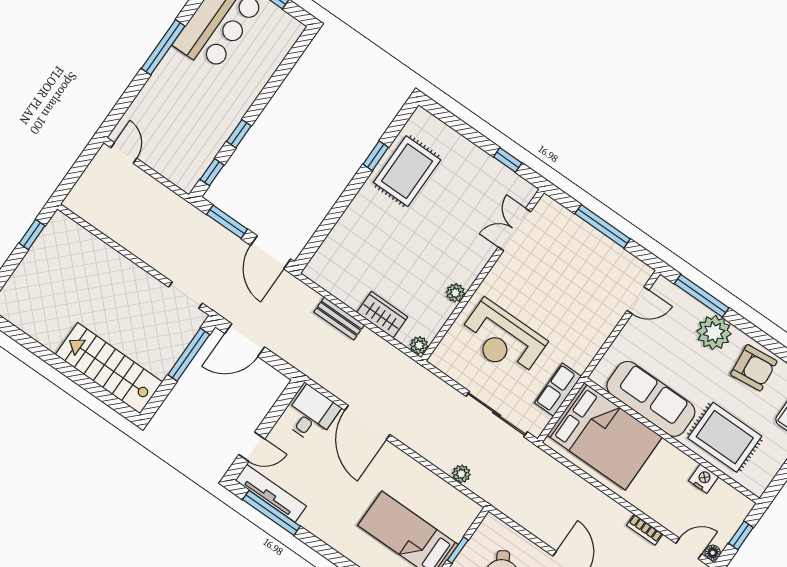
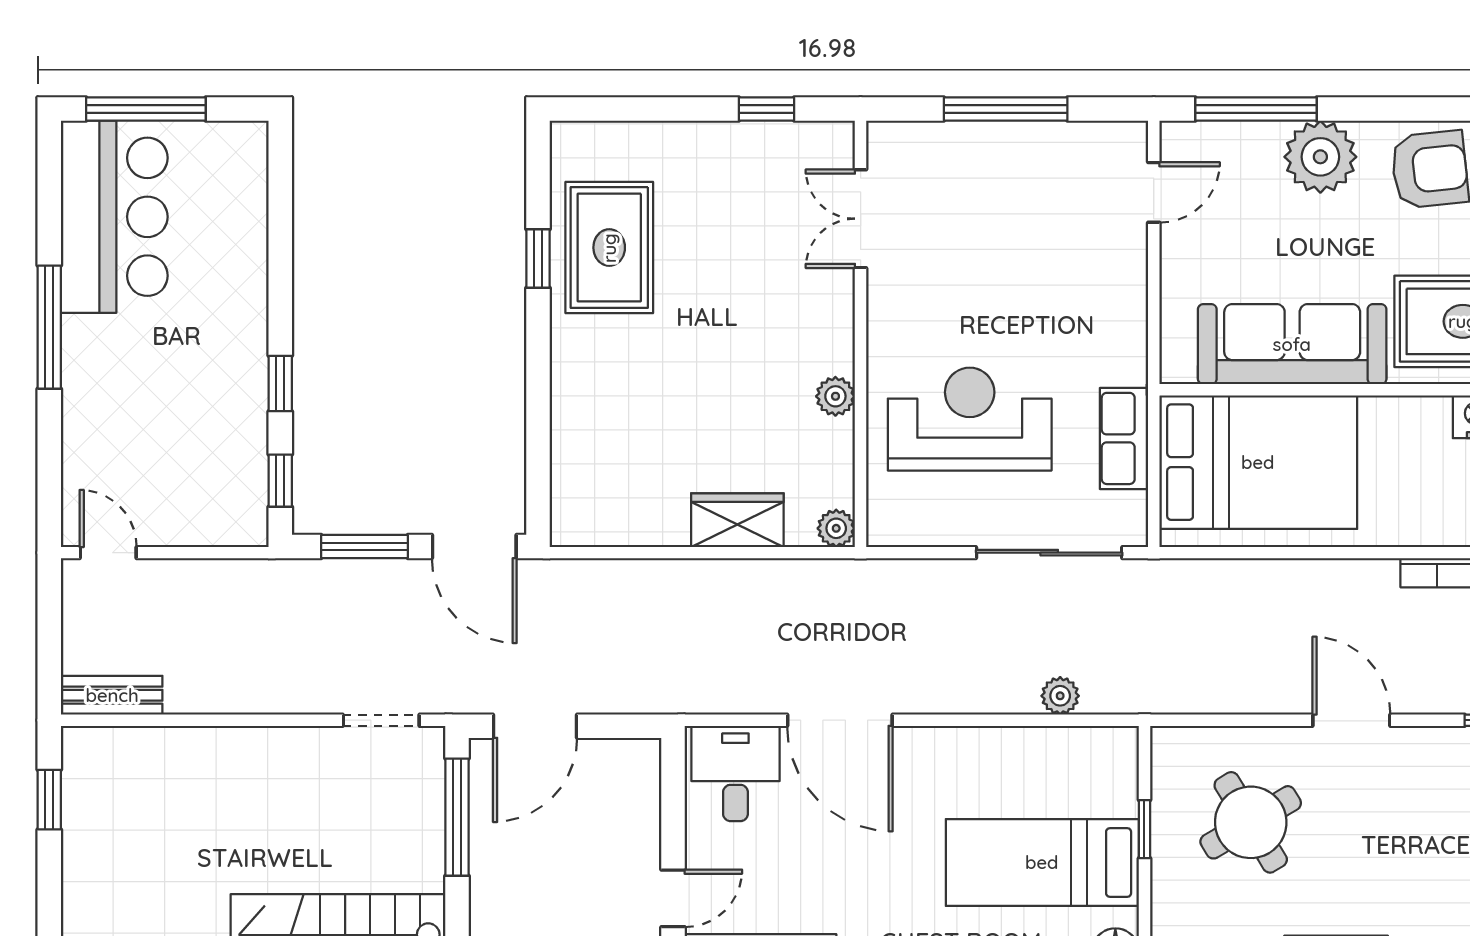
bench: (339, 318) -> (112, 695), moved
reception desk: (502, 339) -> (970, 419), turned 180

